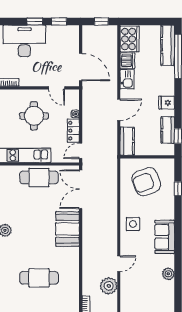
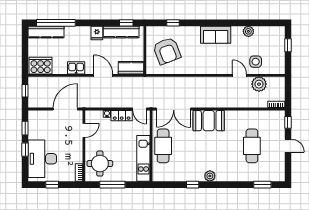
dishwasher: (127, 61) -> (60, 68), removed
round table: (34, 116) -> (100, 163), moved
kitchen counter: (168, 130) -> (121, 32), width x1.50
side table: (133, 224) -> (256, 62), moved

